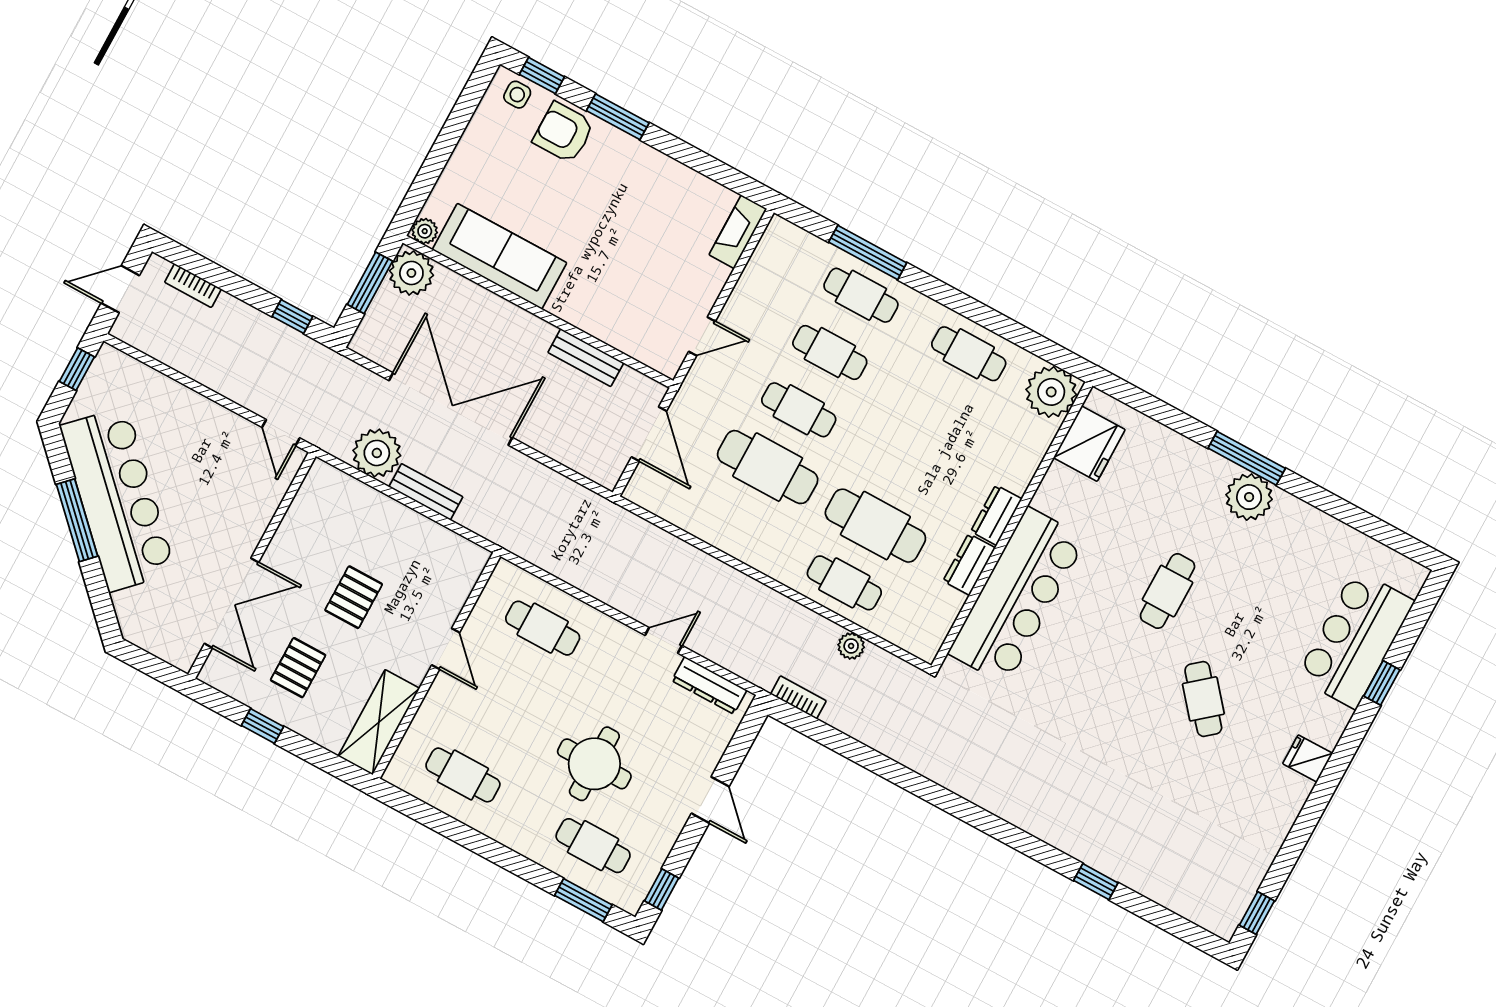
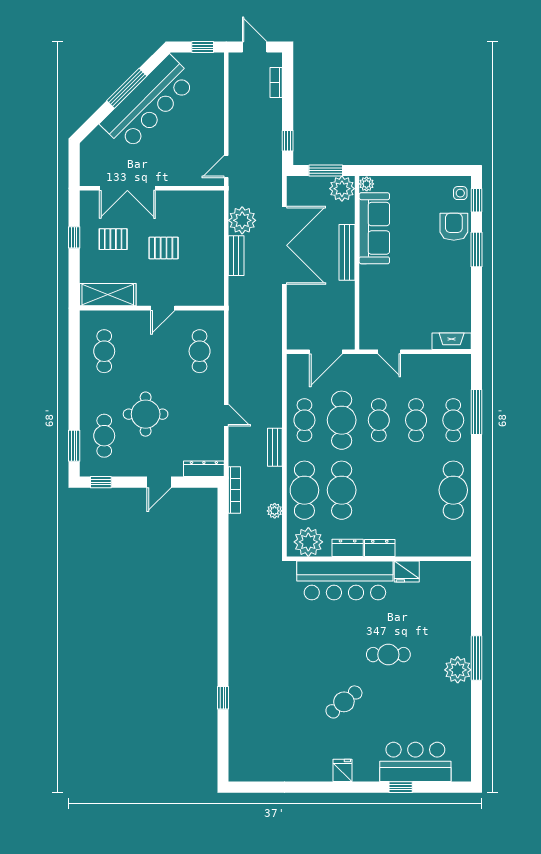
cafe table: (969, 354) -> (453, 490), width x1.37, depth x1.35
bench: (586, 358) -> (347, 252), moved, width x1.36
plant: (1051, 392) -> (308, 542), moved
fridge: (1089, 444) -> (407, 572), moved, width x0.73, depth x0.75
cafe table: (737, 524) -> (304, 420), added
cafe table: (844, 583) -> (304, 490), width x1.37, depth x1.35
bench: (754, 592) -> (275, 447), added
dresser: (709, 685) -> (204, 469), moved, turned 90
bookcase: (798, 697) -> (234, 490), width x1.56
window: (1257, 913) -> (251, 787), removed

